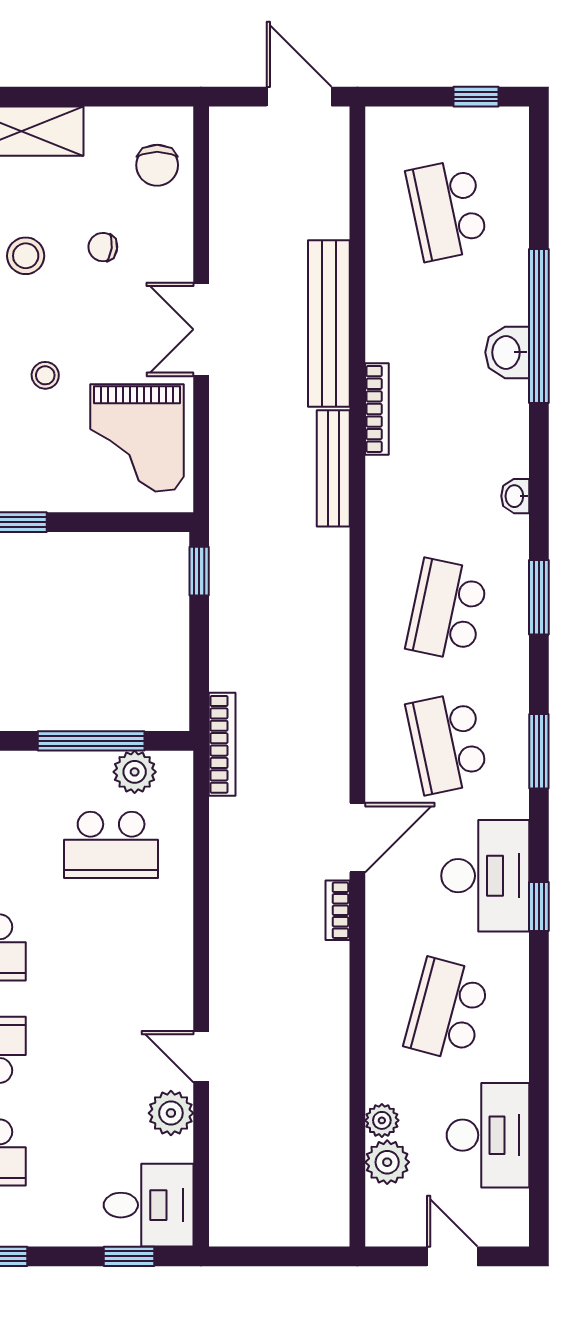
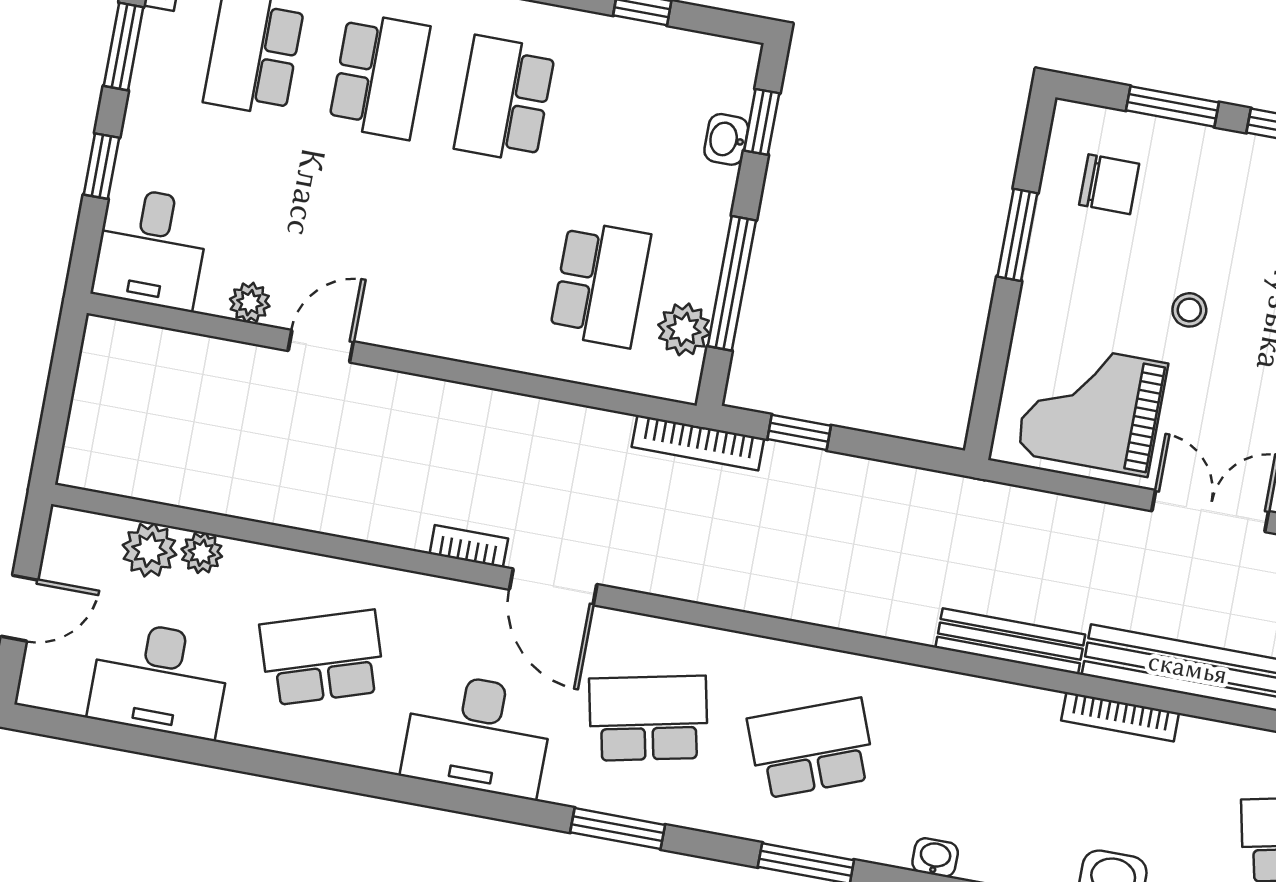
bookcase: (377, 409) -> (1120, 717), moved
window: (199, 571) -> (799, 432), moved
school desk: (447, 610) -> (811, 748), turned -33
school desk: (111, 845) -> (600, 284), turned 180
window: (539, 906) -> (428, 793), removed
school desk: (447, 1010) -> (322, 658), turned -33
plant: (171, 1113) -> (250, 303), width x0.73, depth x0.73
window: (129, 1256) -> (101, 166), moved

